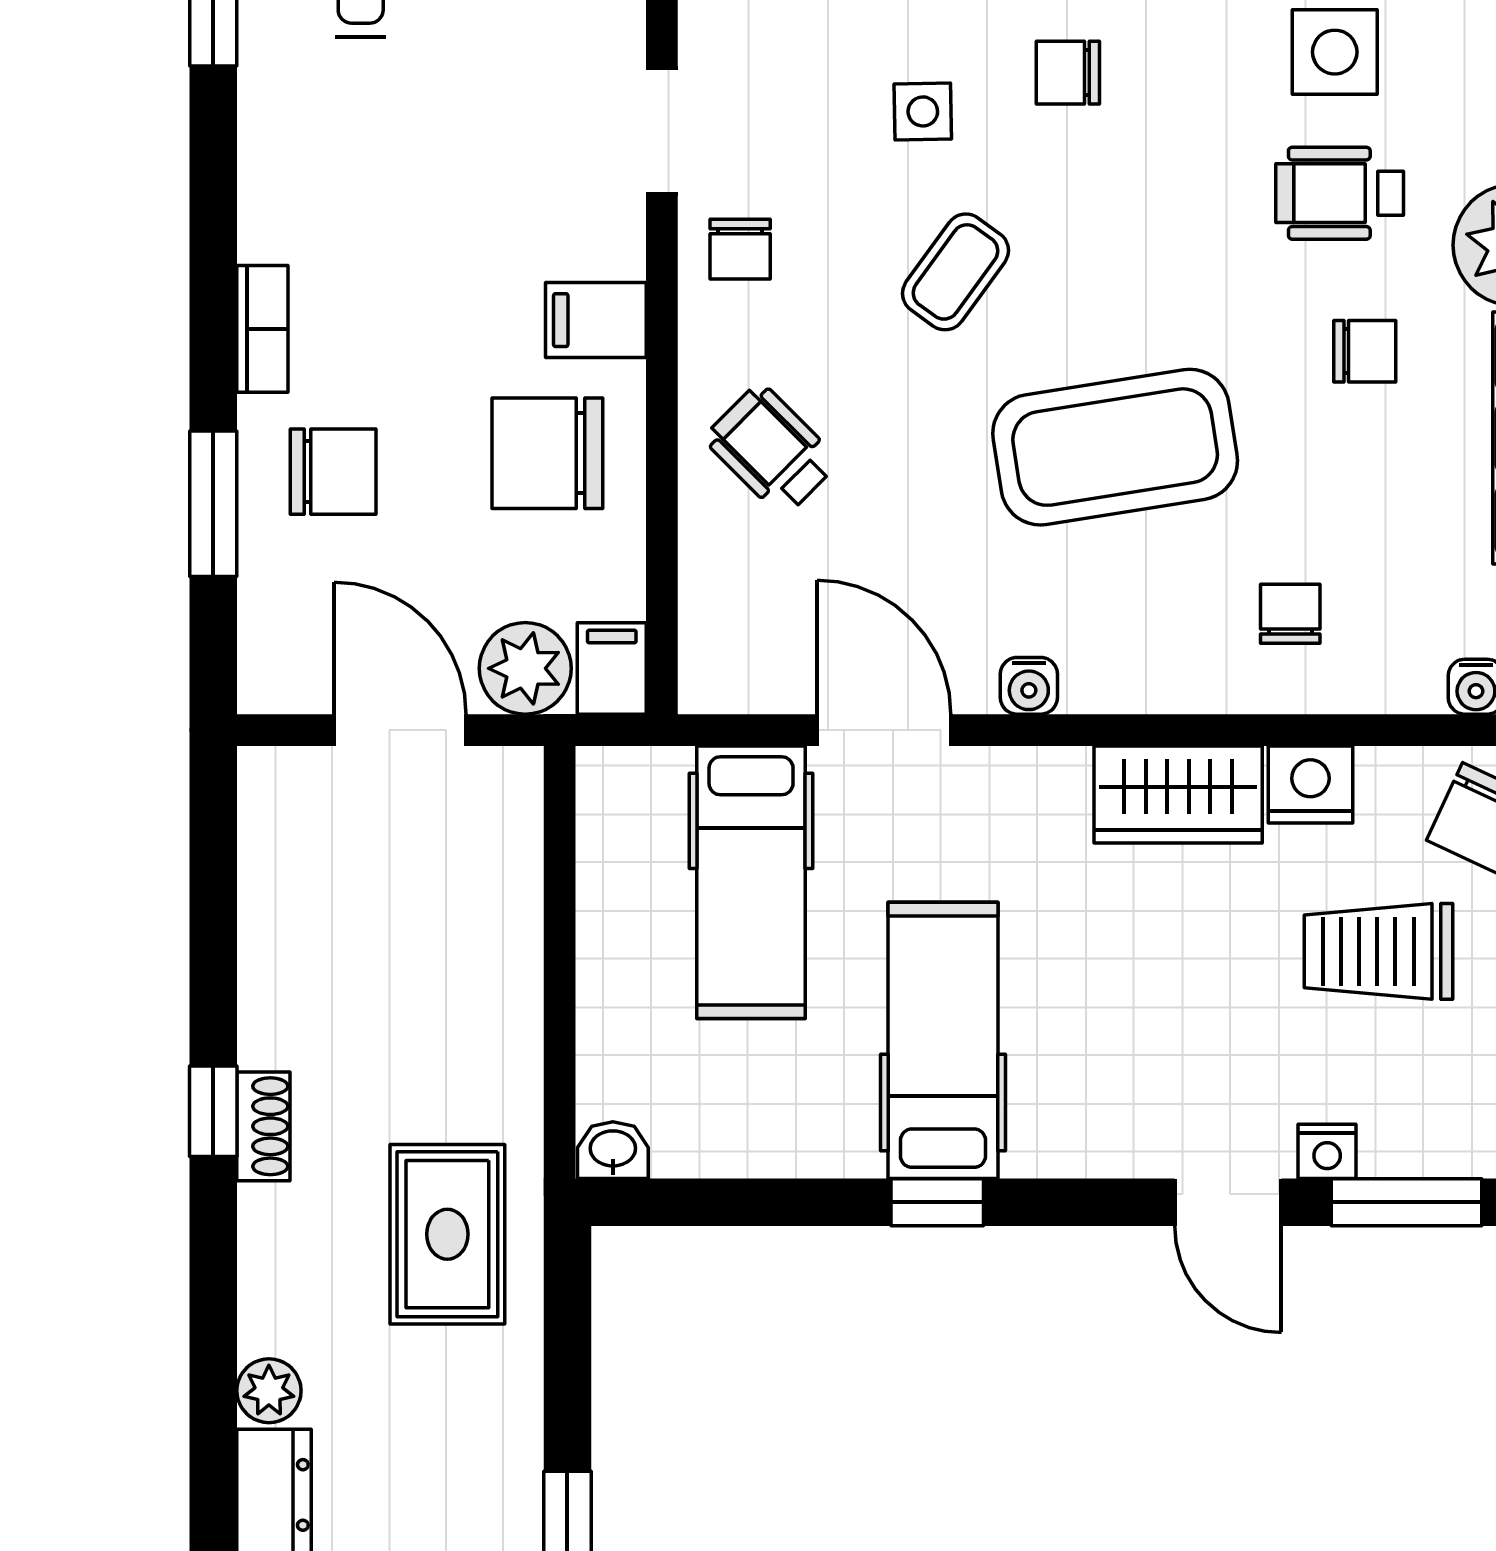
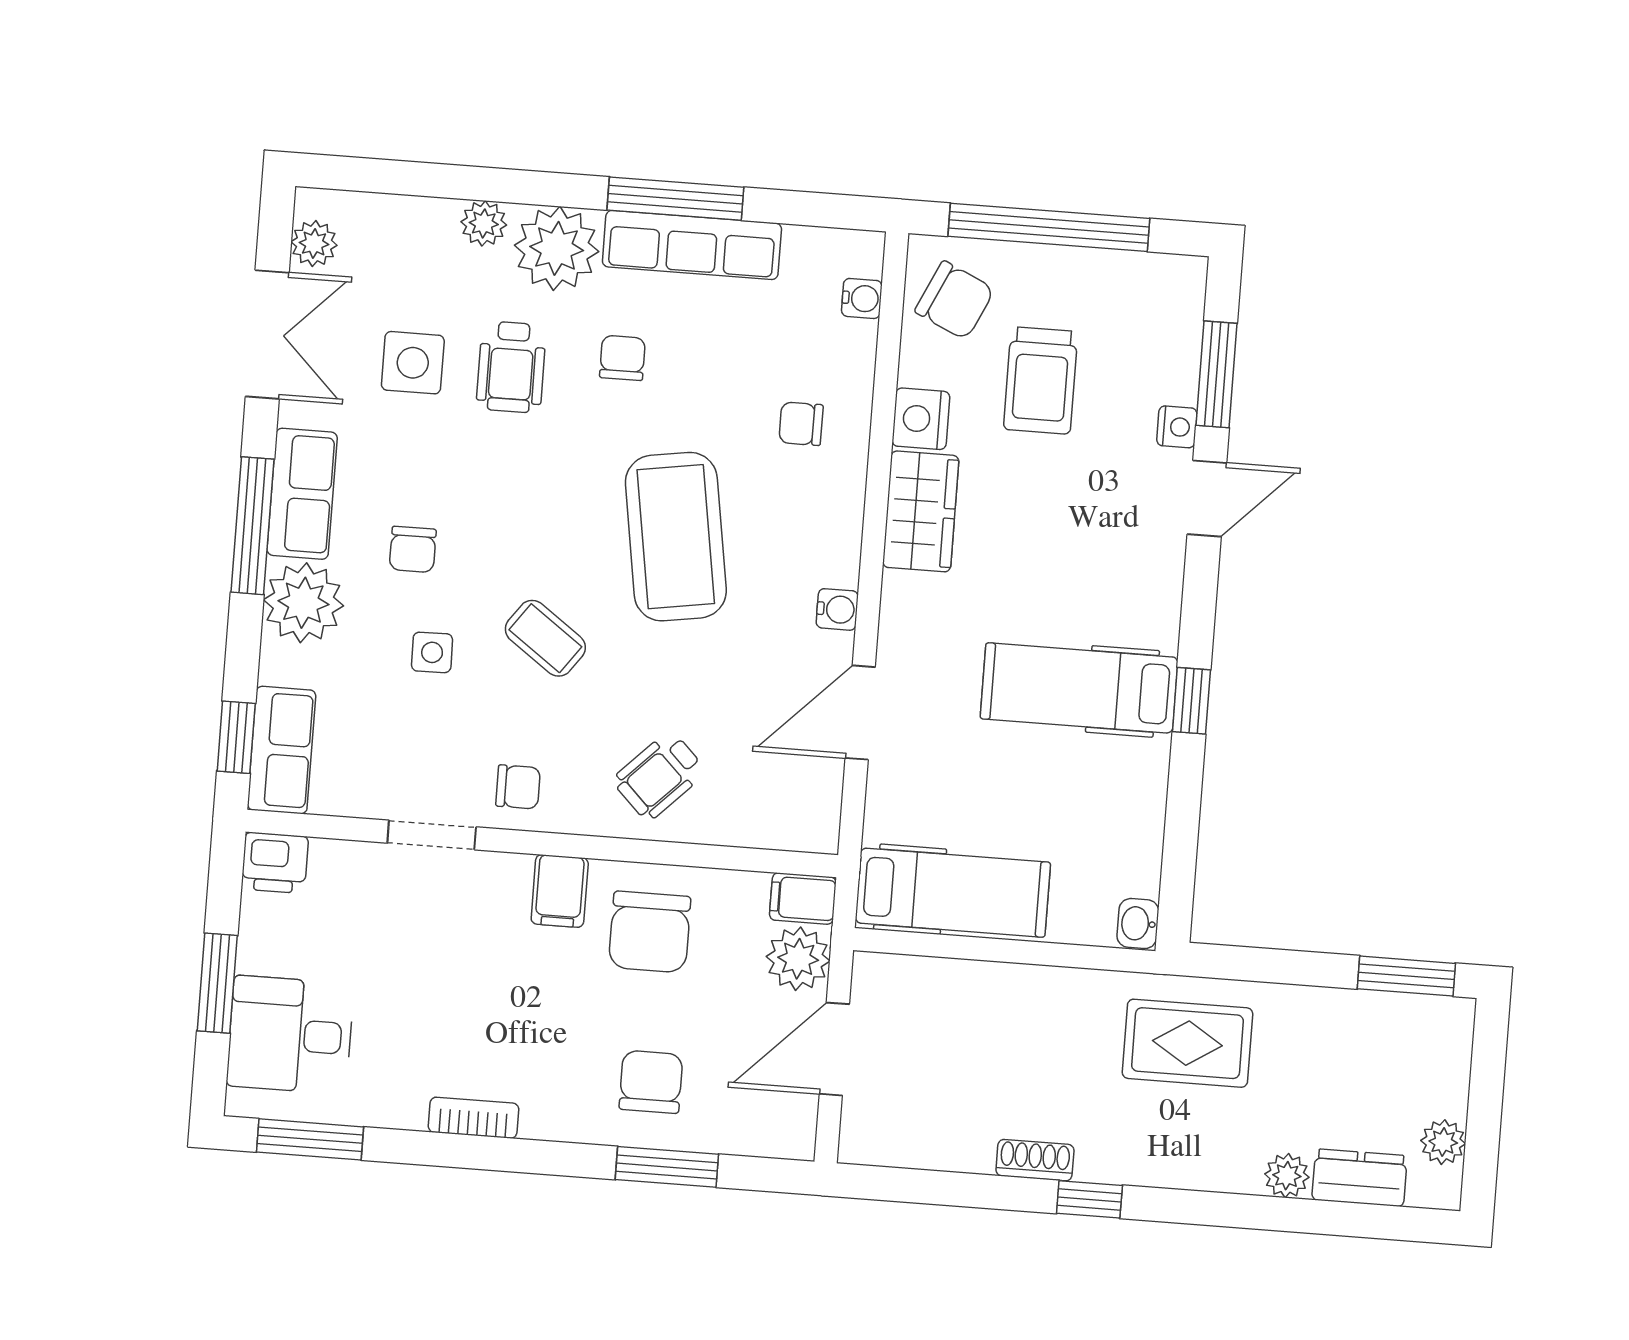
bookcase: (262, 329) -> (473, 1118), moved
hospital bed: (751, 882) -> (953, 893), moved
shoe rack: (263, 1126) -> (1035, 1160), moved

